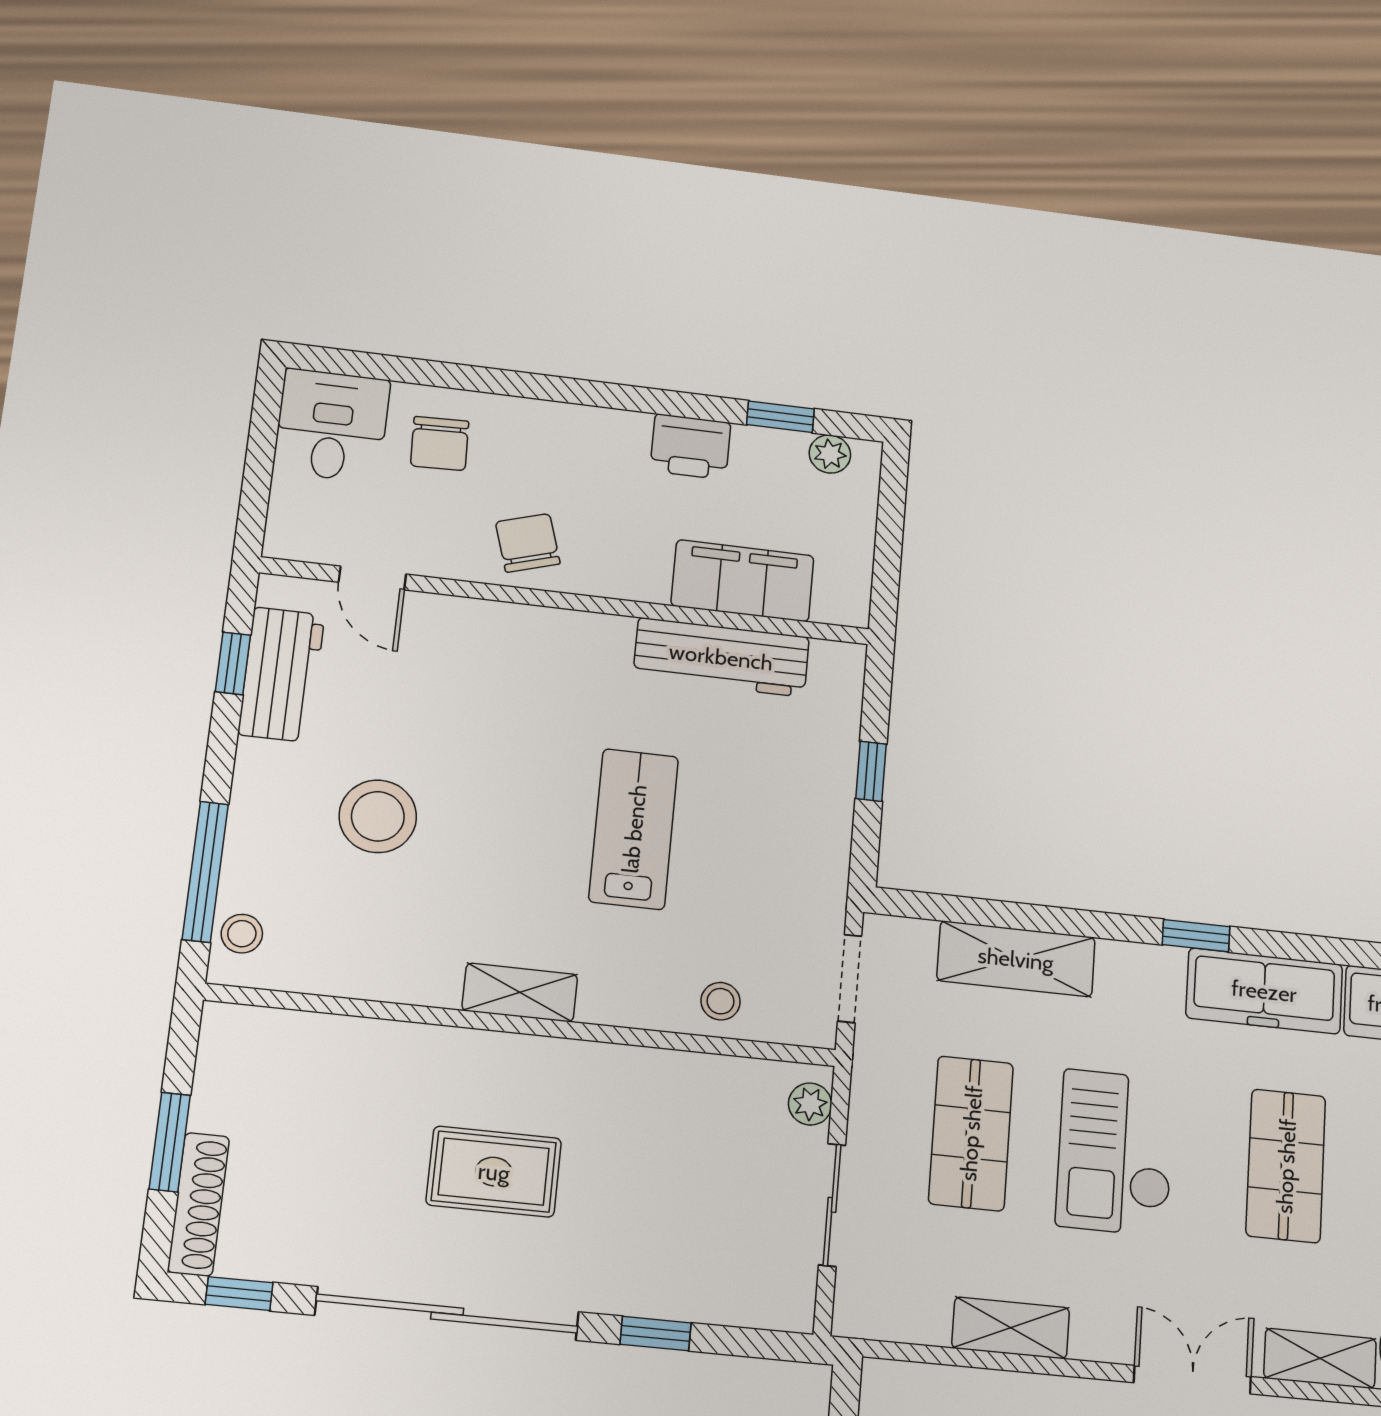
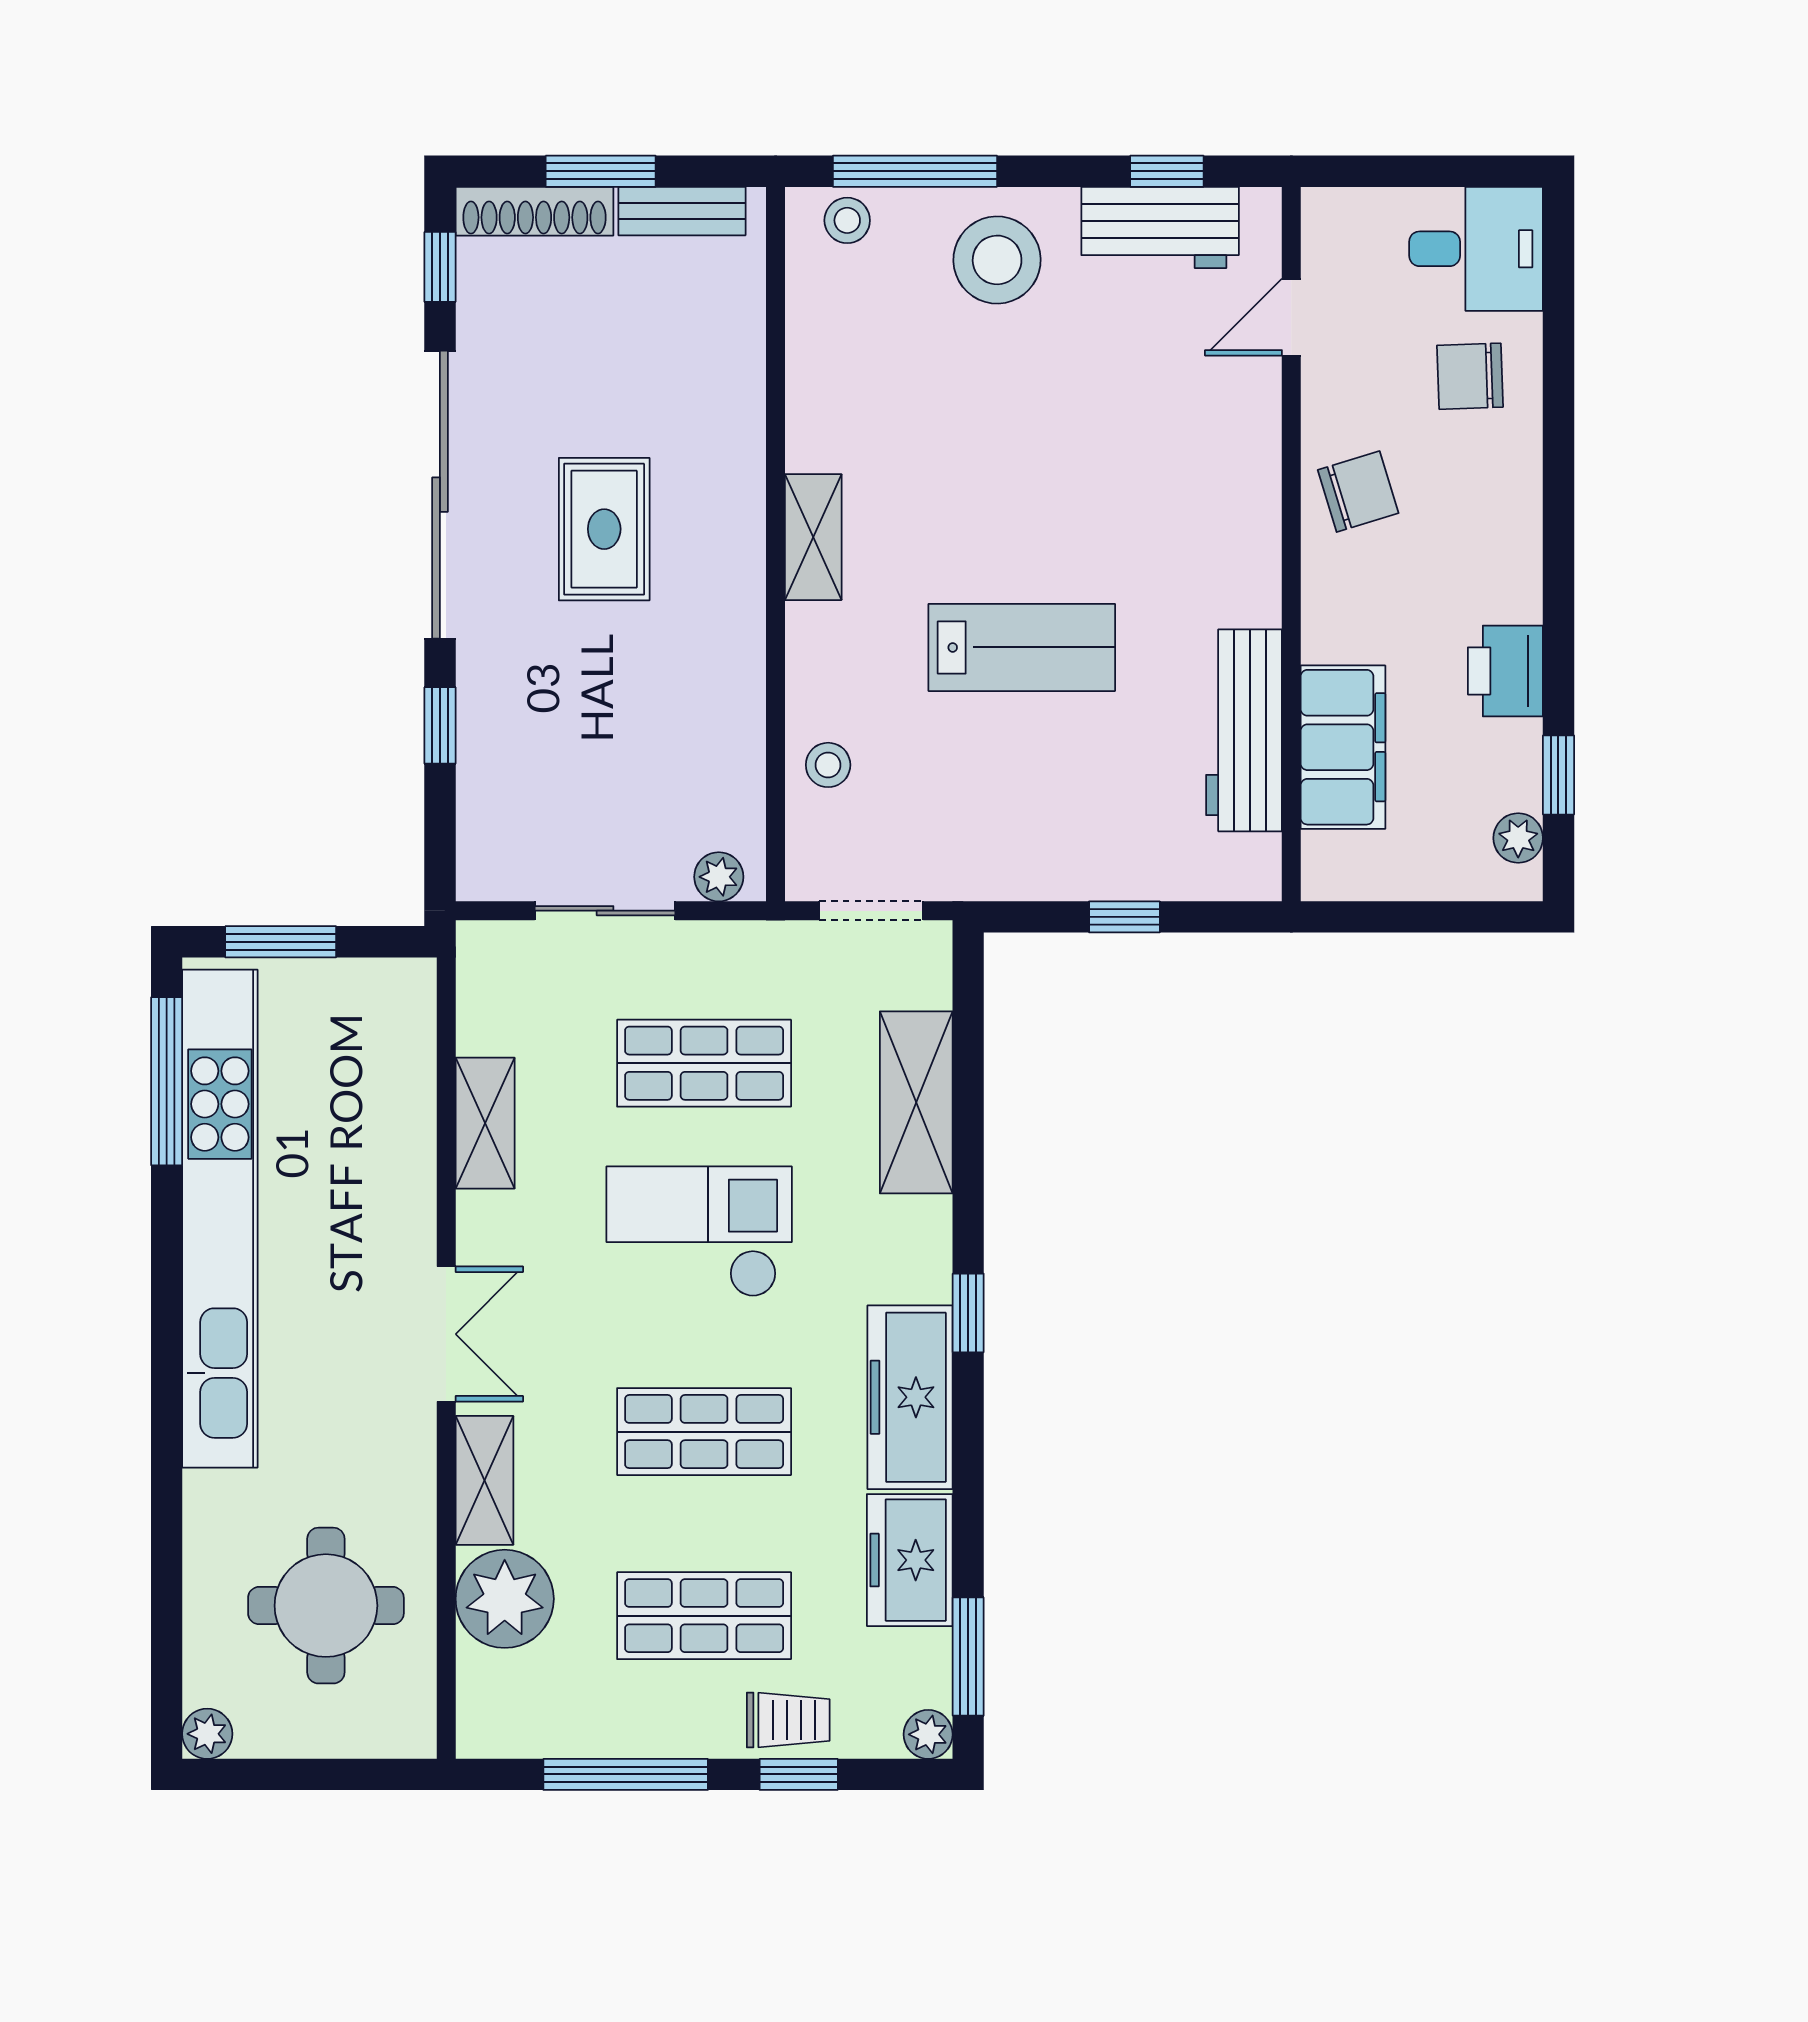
stool: (378, 816) -> (997, 260), moved
bench: (215, 1075) -> (682, 211), added

